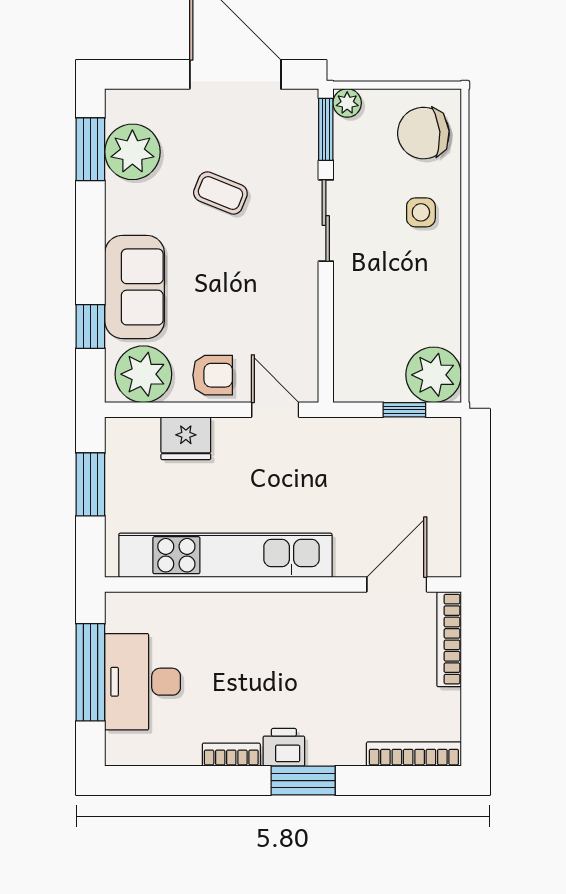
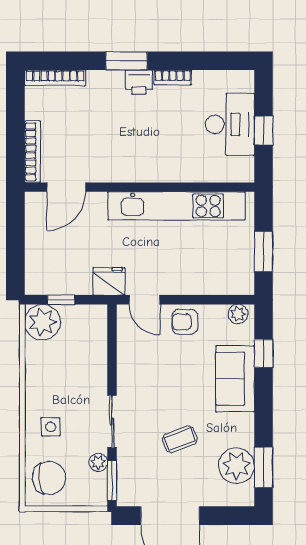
plant: (347, 103) -> (98, 462), moved
coffee table: (220, 193) -> (180, 439), turned -42
plant: (143, 374) -> (238, 314), width x0.53, depth x0.53
fridge: (186, 438) -> (109, 281), moved
window: (90, 672) -> (264, 130), width x0.46

